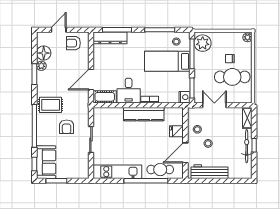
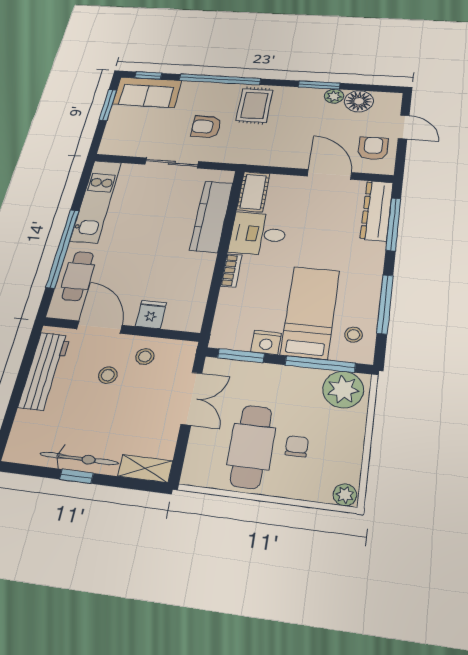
door: (91, 79) -> (329, 174), moved
nightstand: (184, 97) -> (266, 342), moved
kitchen counter: (144, 114) -> (211, 216), moved

